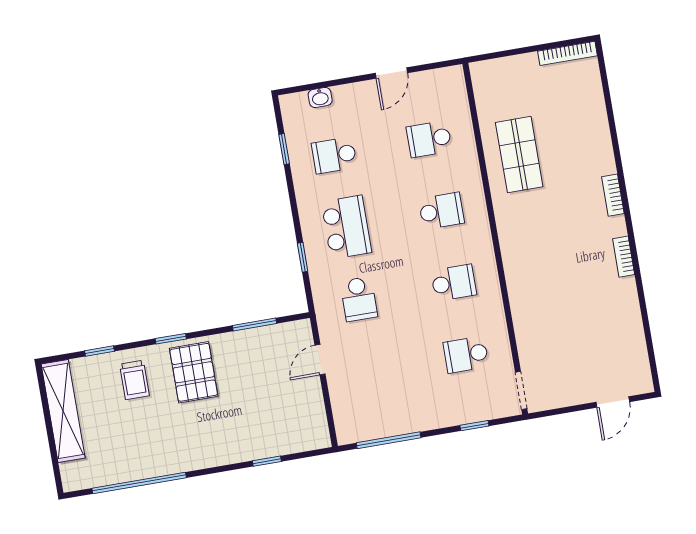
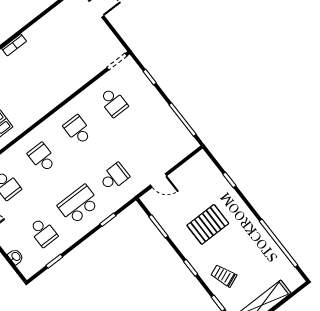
pallet: (194, 372) -> (208, 224), moved
trolley: (134, 380) -> (224, 276), turned -112

